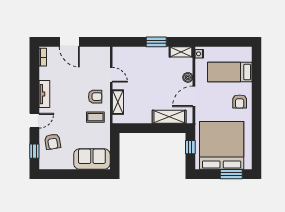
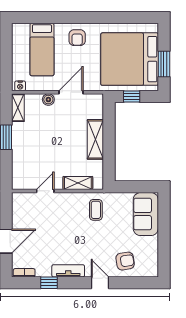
door: (194, 96) -> (71, 92), swing flipped
armchair: (95, 97) -> (71, 210), removed
armchair: (240, 102) -> (77, 38), turned 90
shelving: (169, 117) -> (95, 139), moved
window: (34, 151) -> (49, 283), moved
window: (231, 174) -> (164, 64), moved

